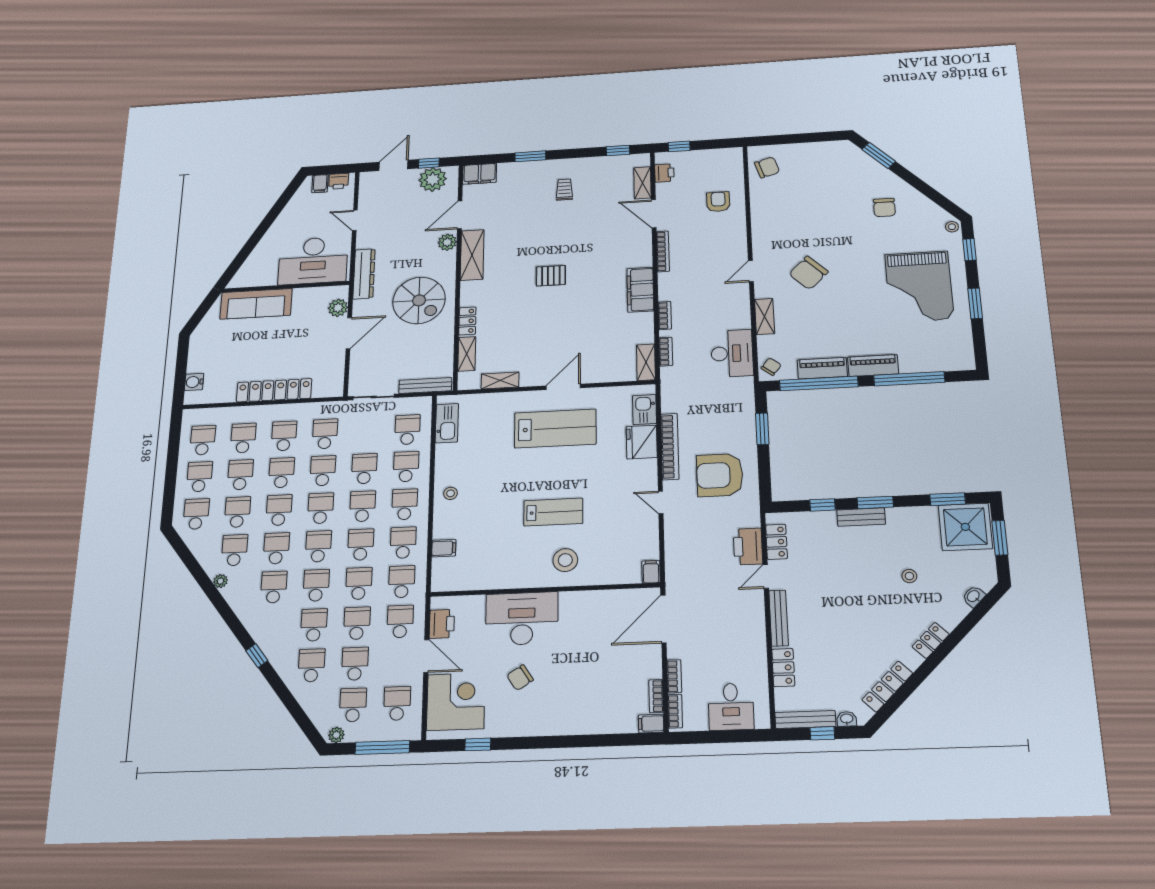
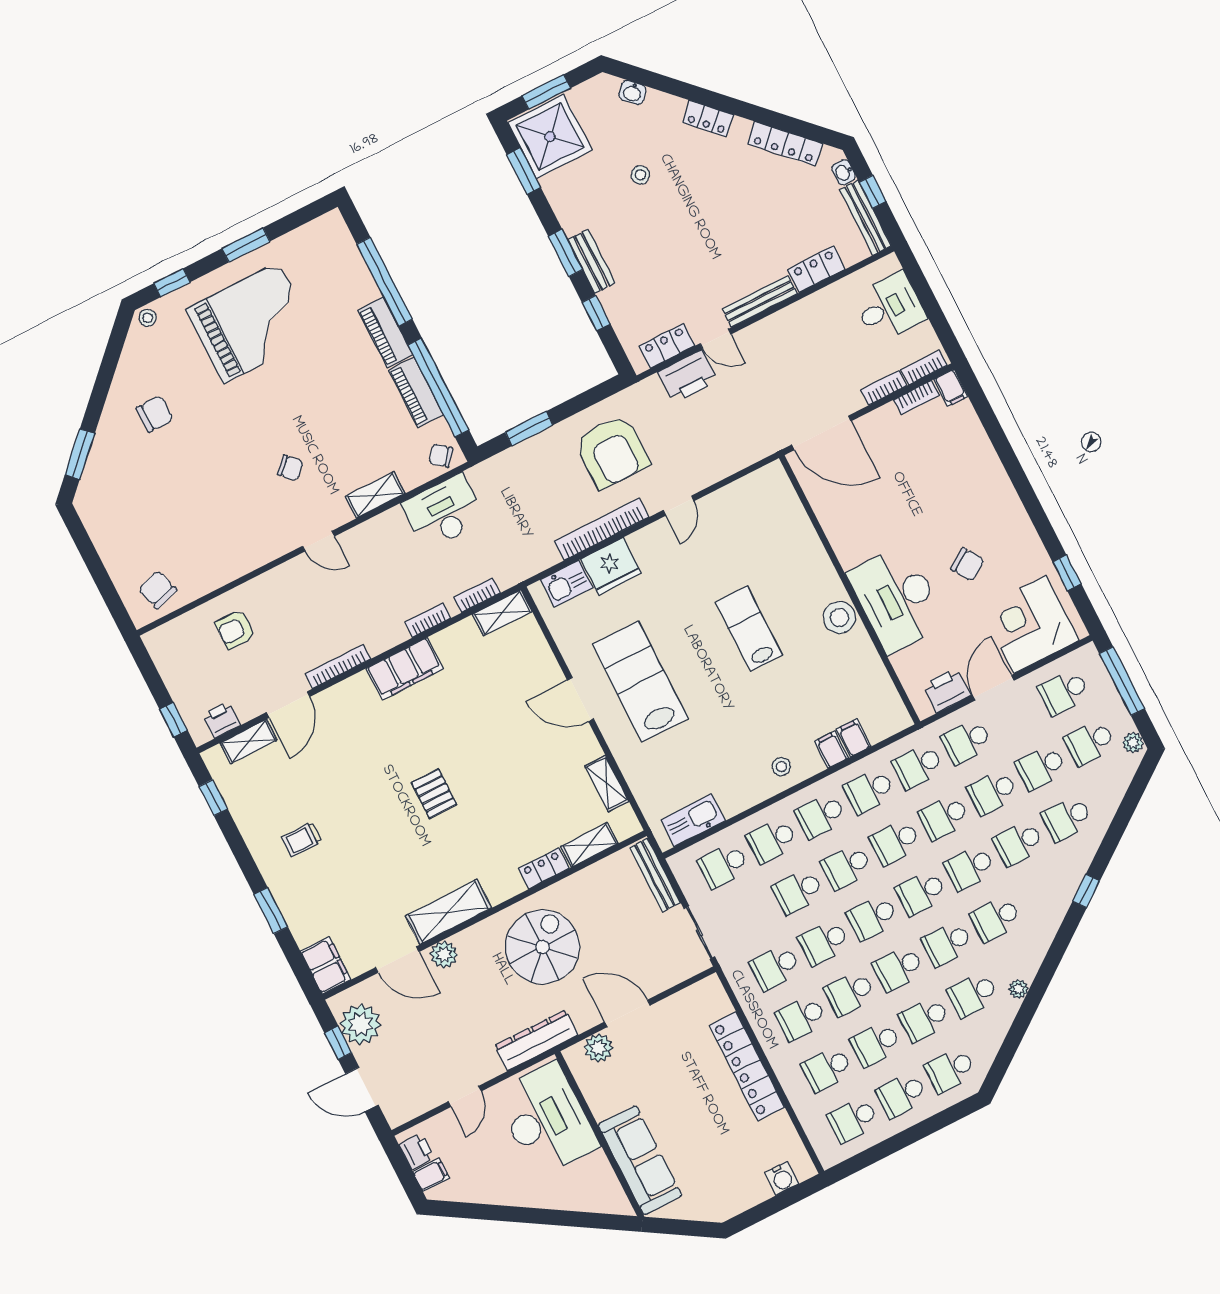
chair: (808, 273) -> (290, 468), width x0.54, depth x0.54
stool: (565, 560) -> (839, 617), moved
filing cabinet: (651, 572) -> (831, 750), moved, turned 90

